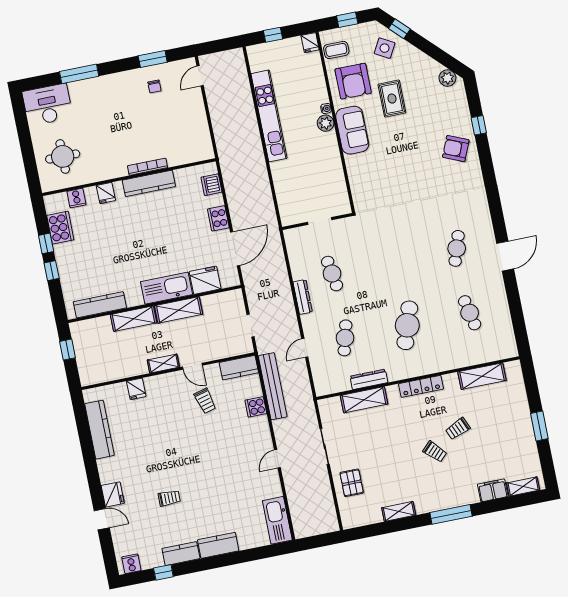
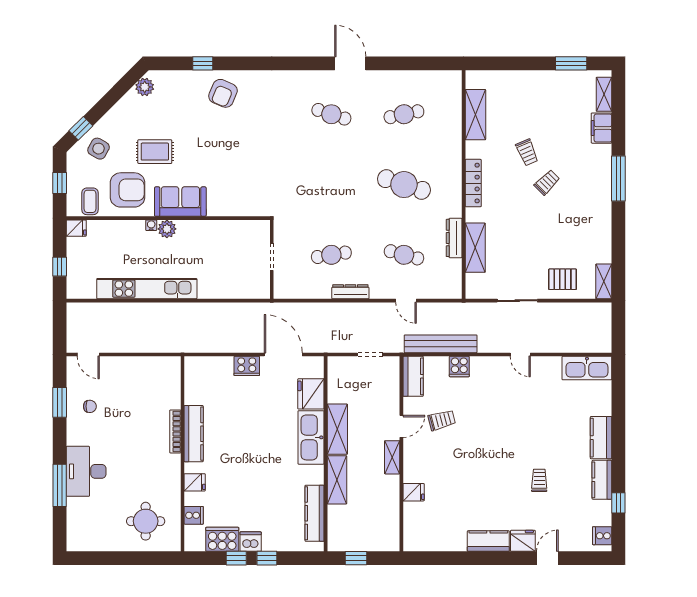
desk: (47, 105) -> (86, 471), moved
dishwasher: (211, 185) -> (251, 542), moved, turned 180
window: (539, 426) -> (571, 63), moved
kitchen counter: (99, 430) -> (488, 541), moved, width x0.67
shelving: (399, 511) -> (604, 281), moved

